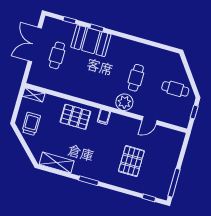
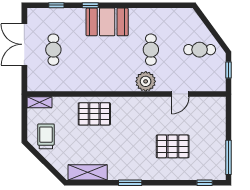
booth: (91, 41) -> (107, 22), moved
filing cabinet: (104, 117) -> (127, 105), removed
pallet: (131, 161) -> (173, 146), turned 90

